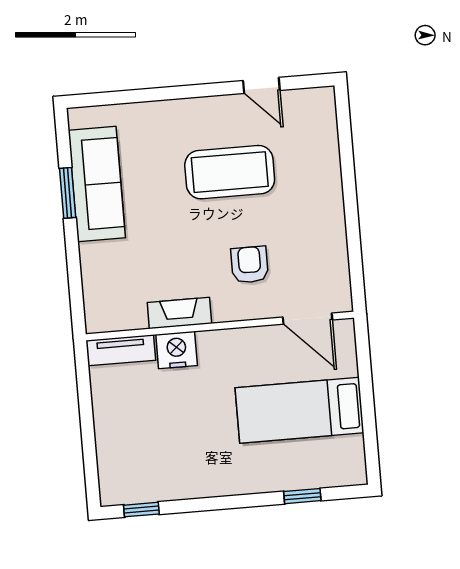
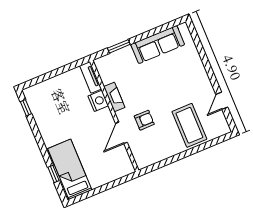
coffee table: (230, 172) -> (189, 125), moved
window: (68, 193) -> (119, 46), moved
door: (308, 319) -> (121, 133), moved
bed: (300, 410) -> (70, 169), moved

